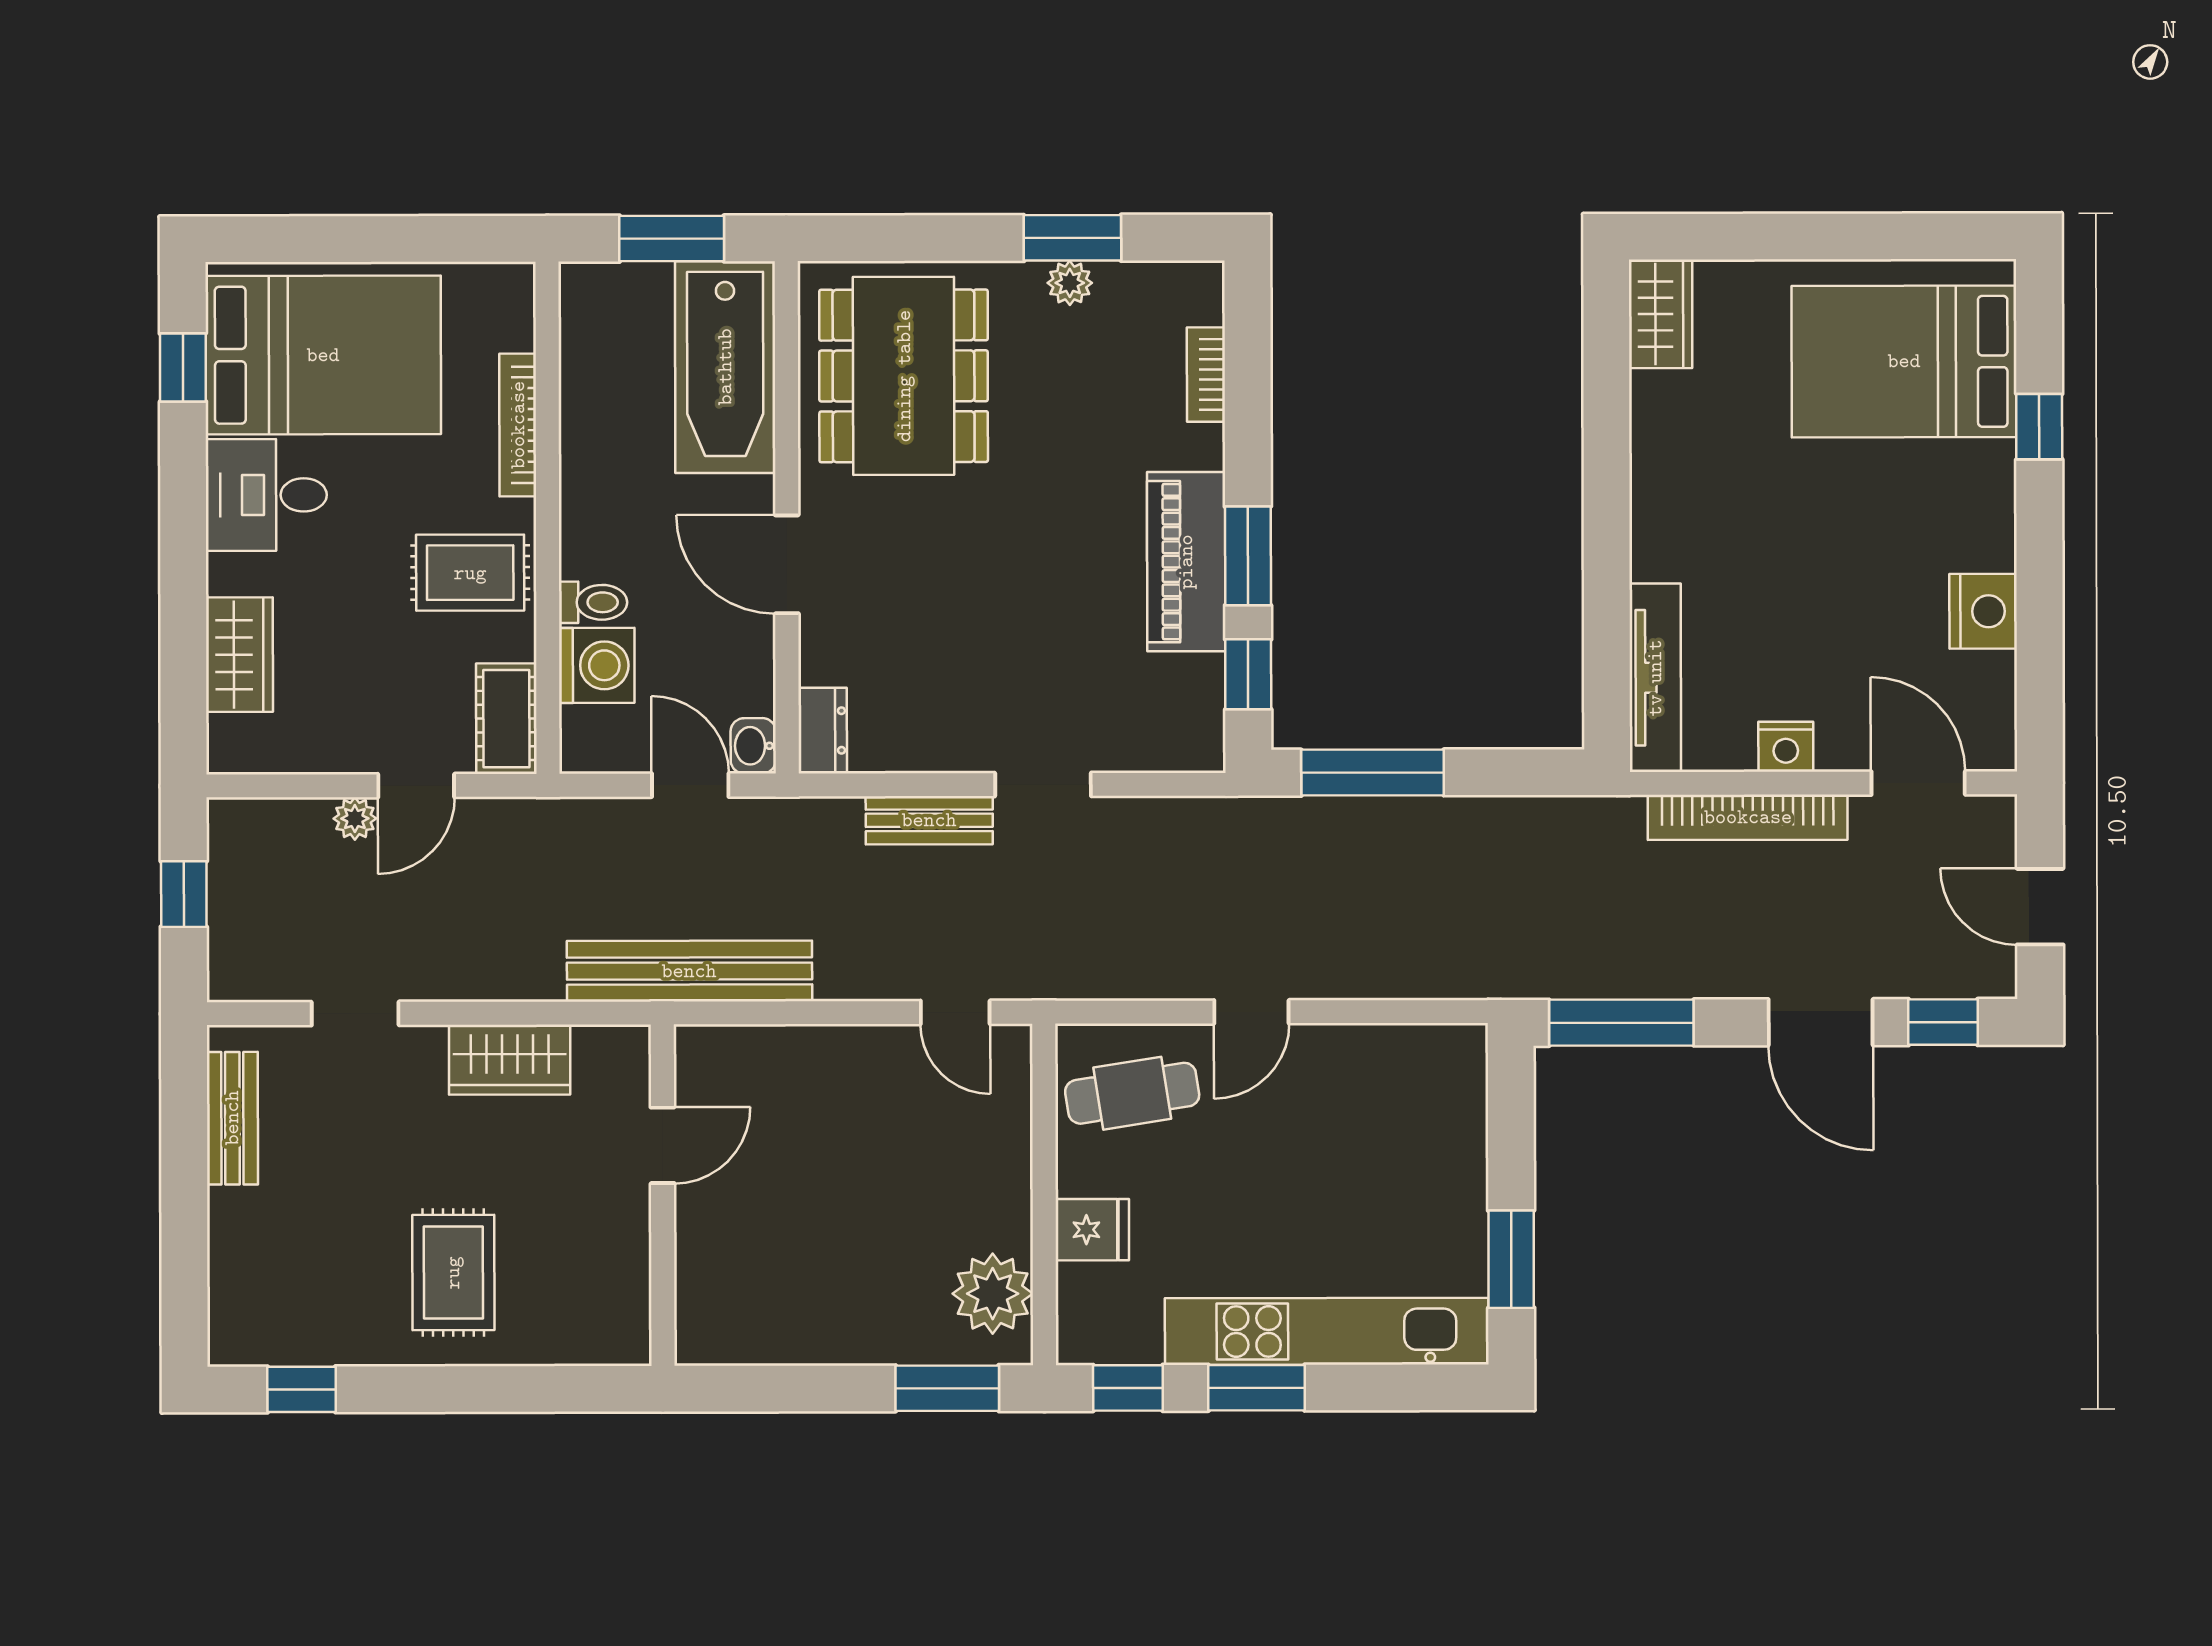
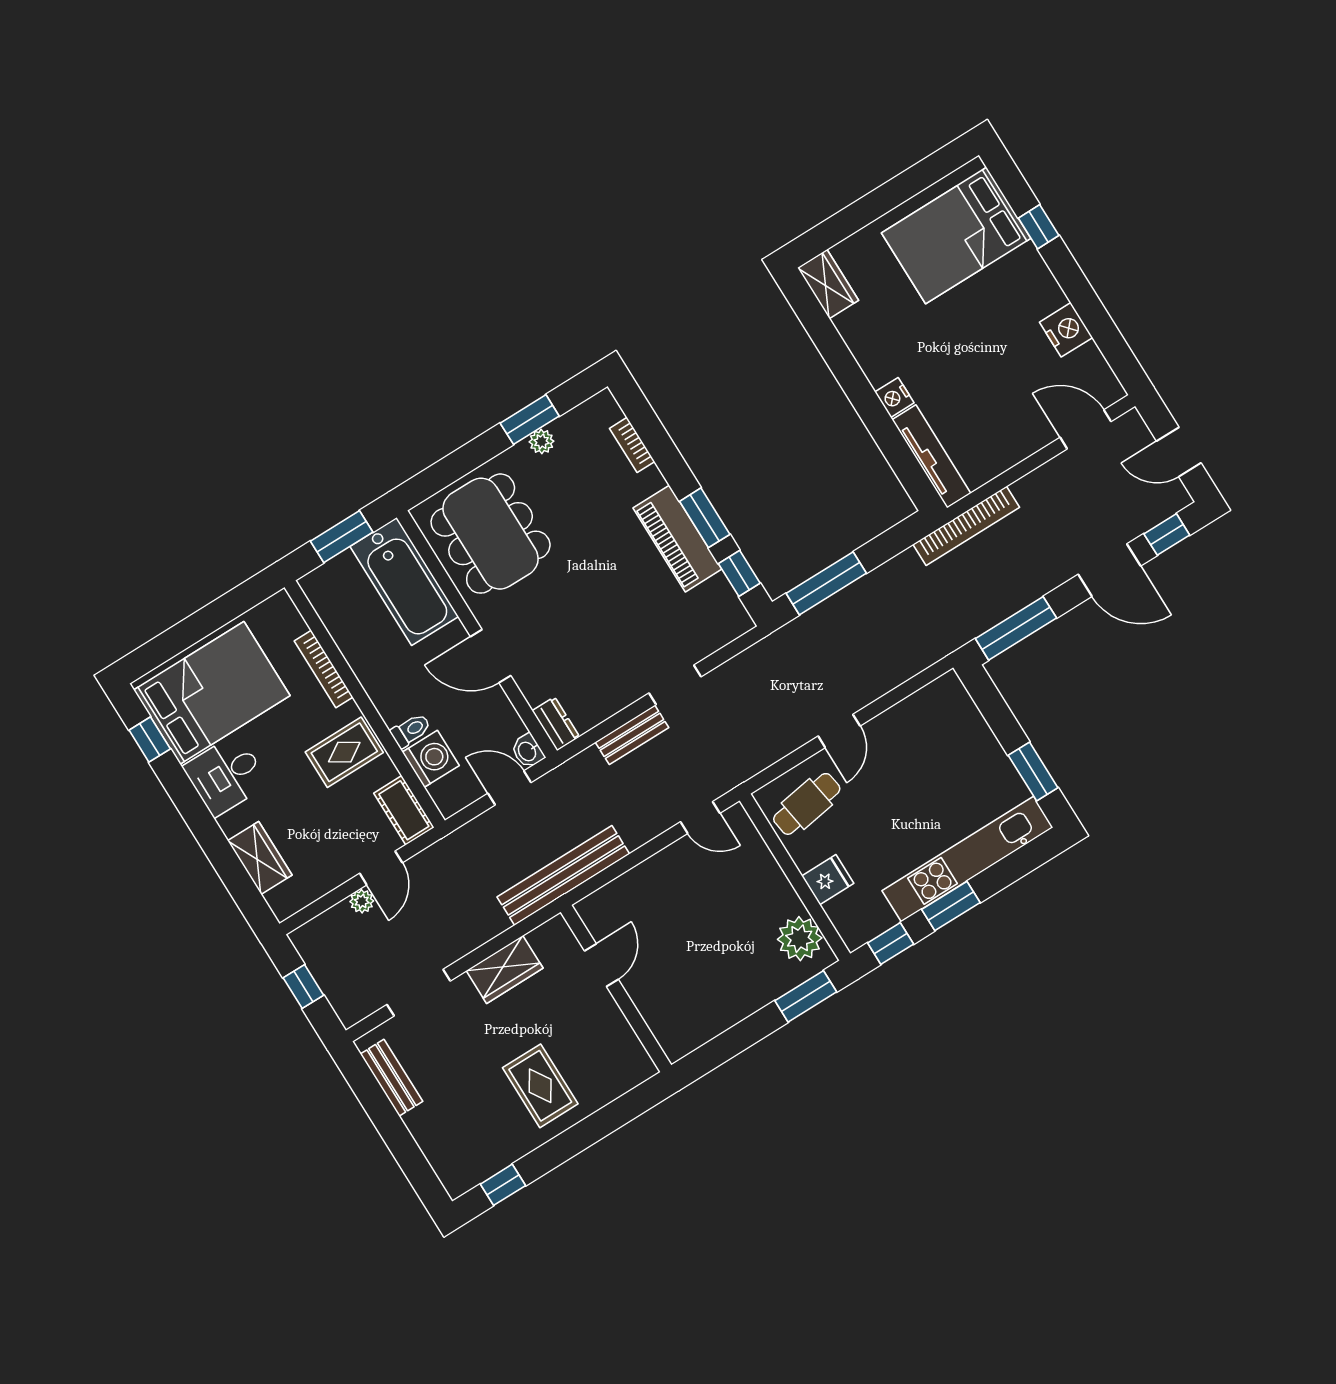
nightstand: (1786, 747) -> (894, 397), moved, turned 90
bookcase: (1748, 817) -> (966, 526), moved
doorway: (355, 1013) -> (419, 993), width x1.38

